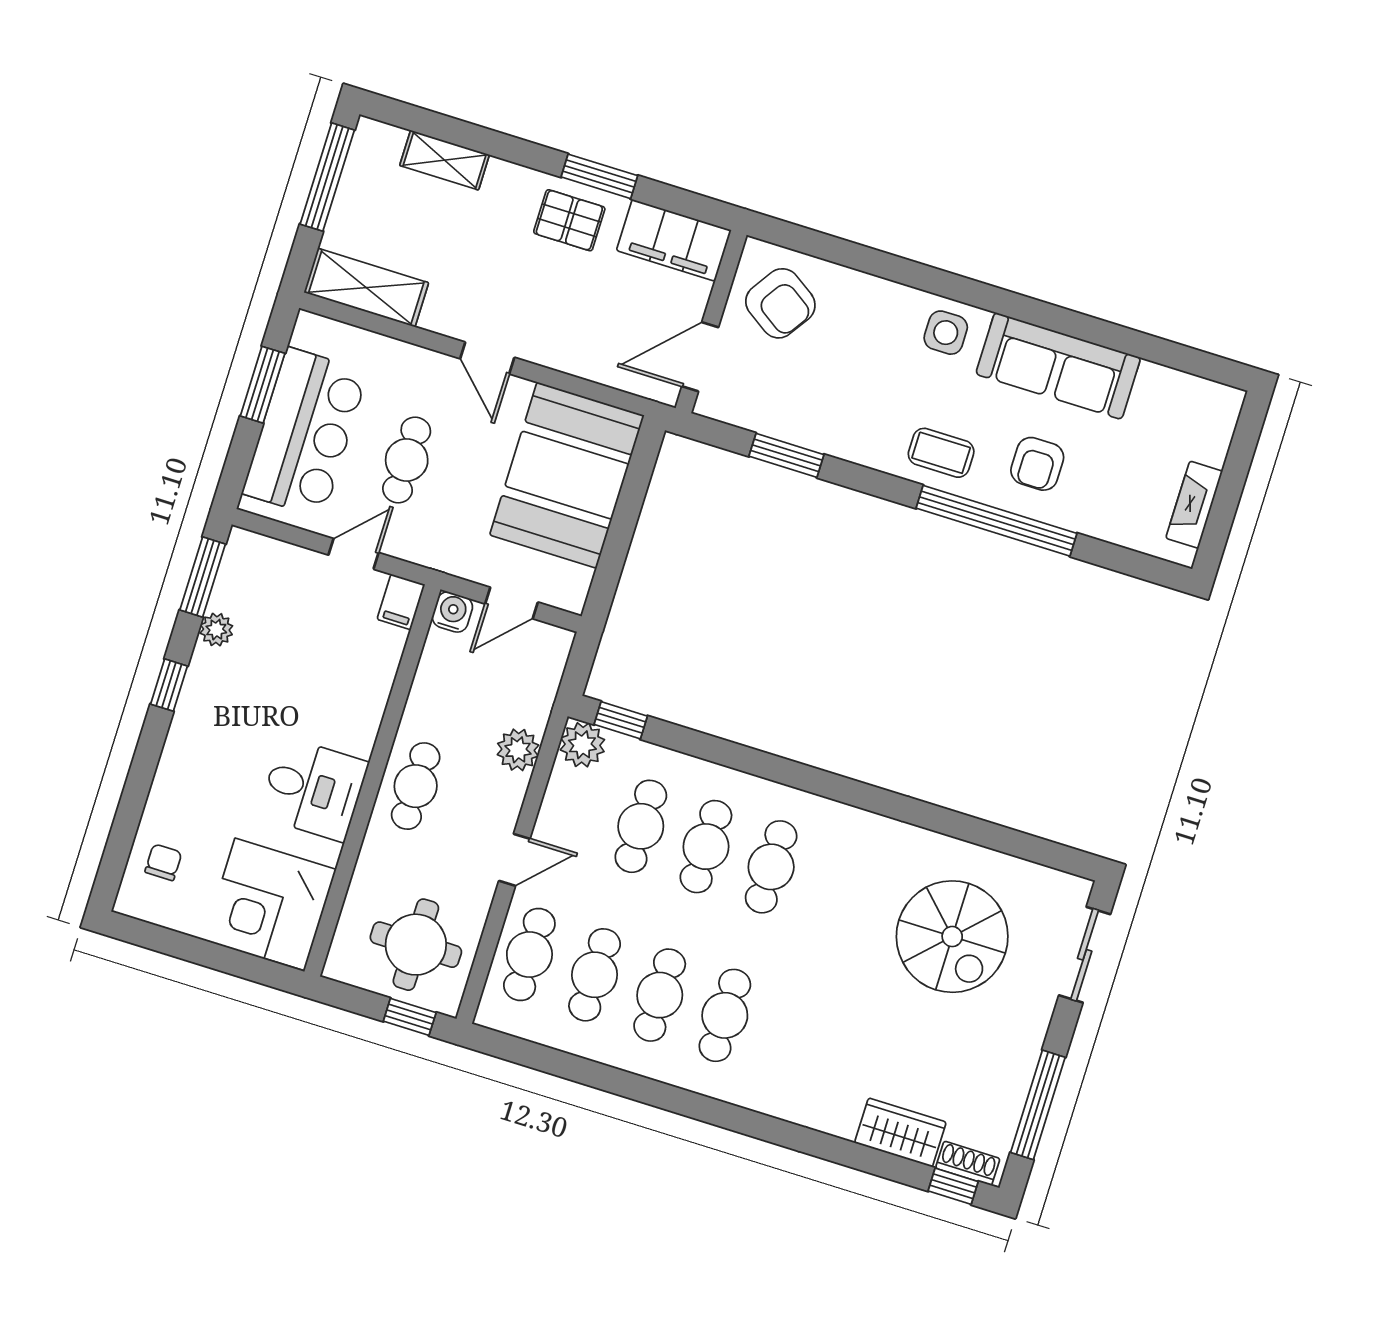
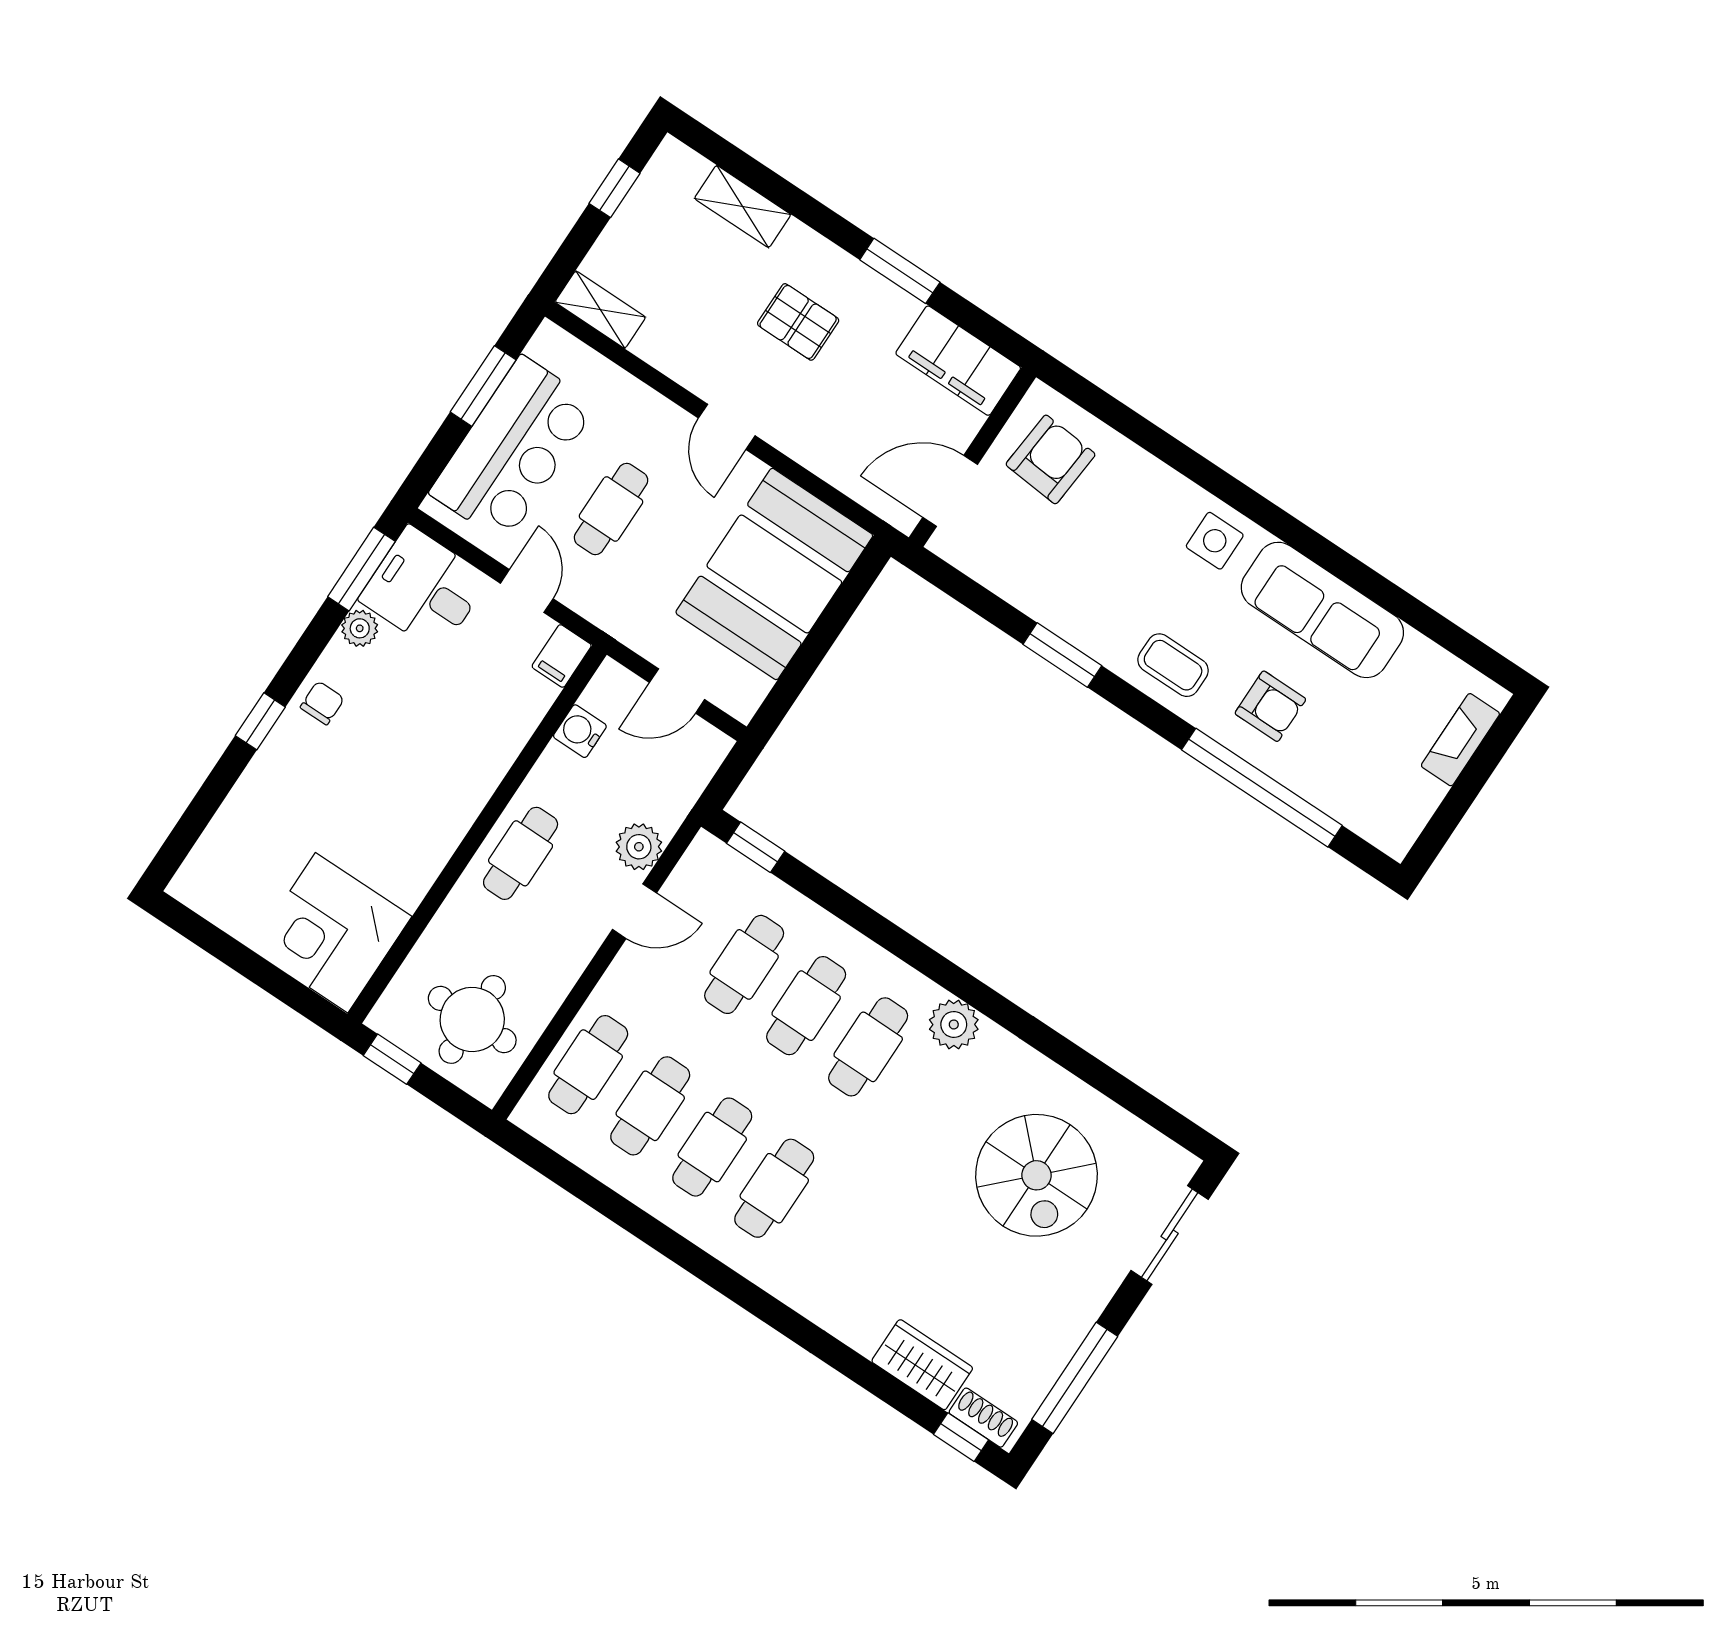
window: (327, 177) -> (614, 188), width x0.46
pallet: (569, 220) -> (798, 322), moved
shelving: (366, 288) -> (600, 310), width x0.67, depth x0.75
armchair: (780, 303) -> (1051, 459), turned -119
window: (786, 455) -> (1062, 655), moved
armchair: (1037, 464) -> (1270, 706), turned -90
fireplace: (1194, 505) -> (1460, 740), moved
window: (997, 521) -> (1262, 788), moved
door: (354, 554) -> (527, 591), hinge flipped
water cooler: (452, 612) -> (580, 731), moved, turned -90
window: (169, 685) -> (260, 721), moved
plant: (582, 745) -> (954, 1024), moved
desk: (313, 789) -> (424, 589), moved, turned 180
door: (514, 860) -> (634, 911), moved
chair: (163, 862) -> (322, 703), moved
window: (410, 1017) -> (392, 1059), moved

